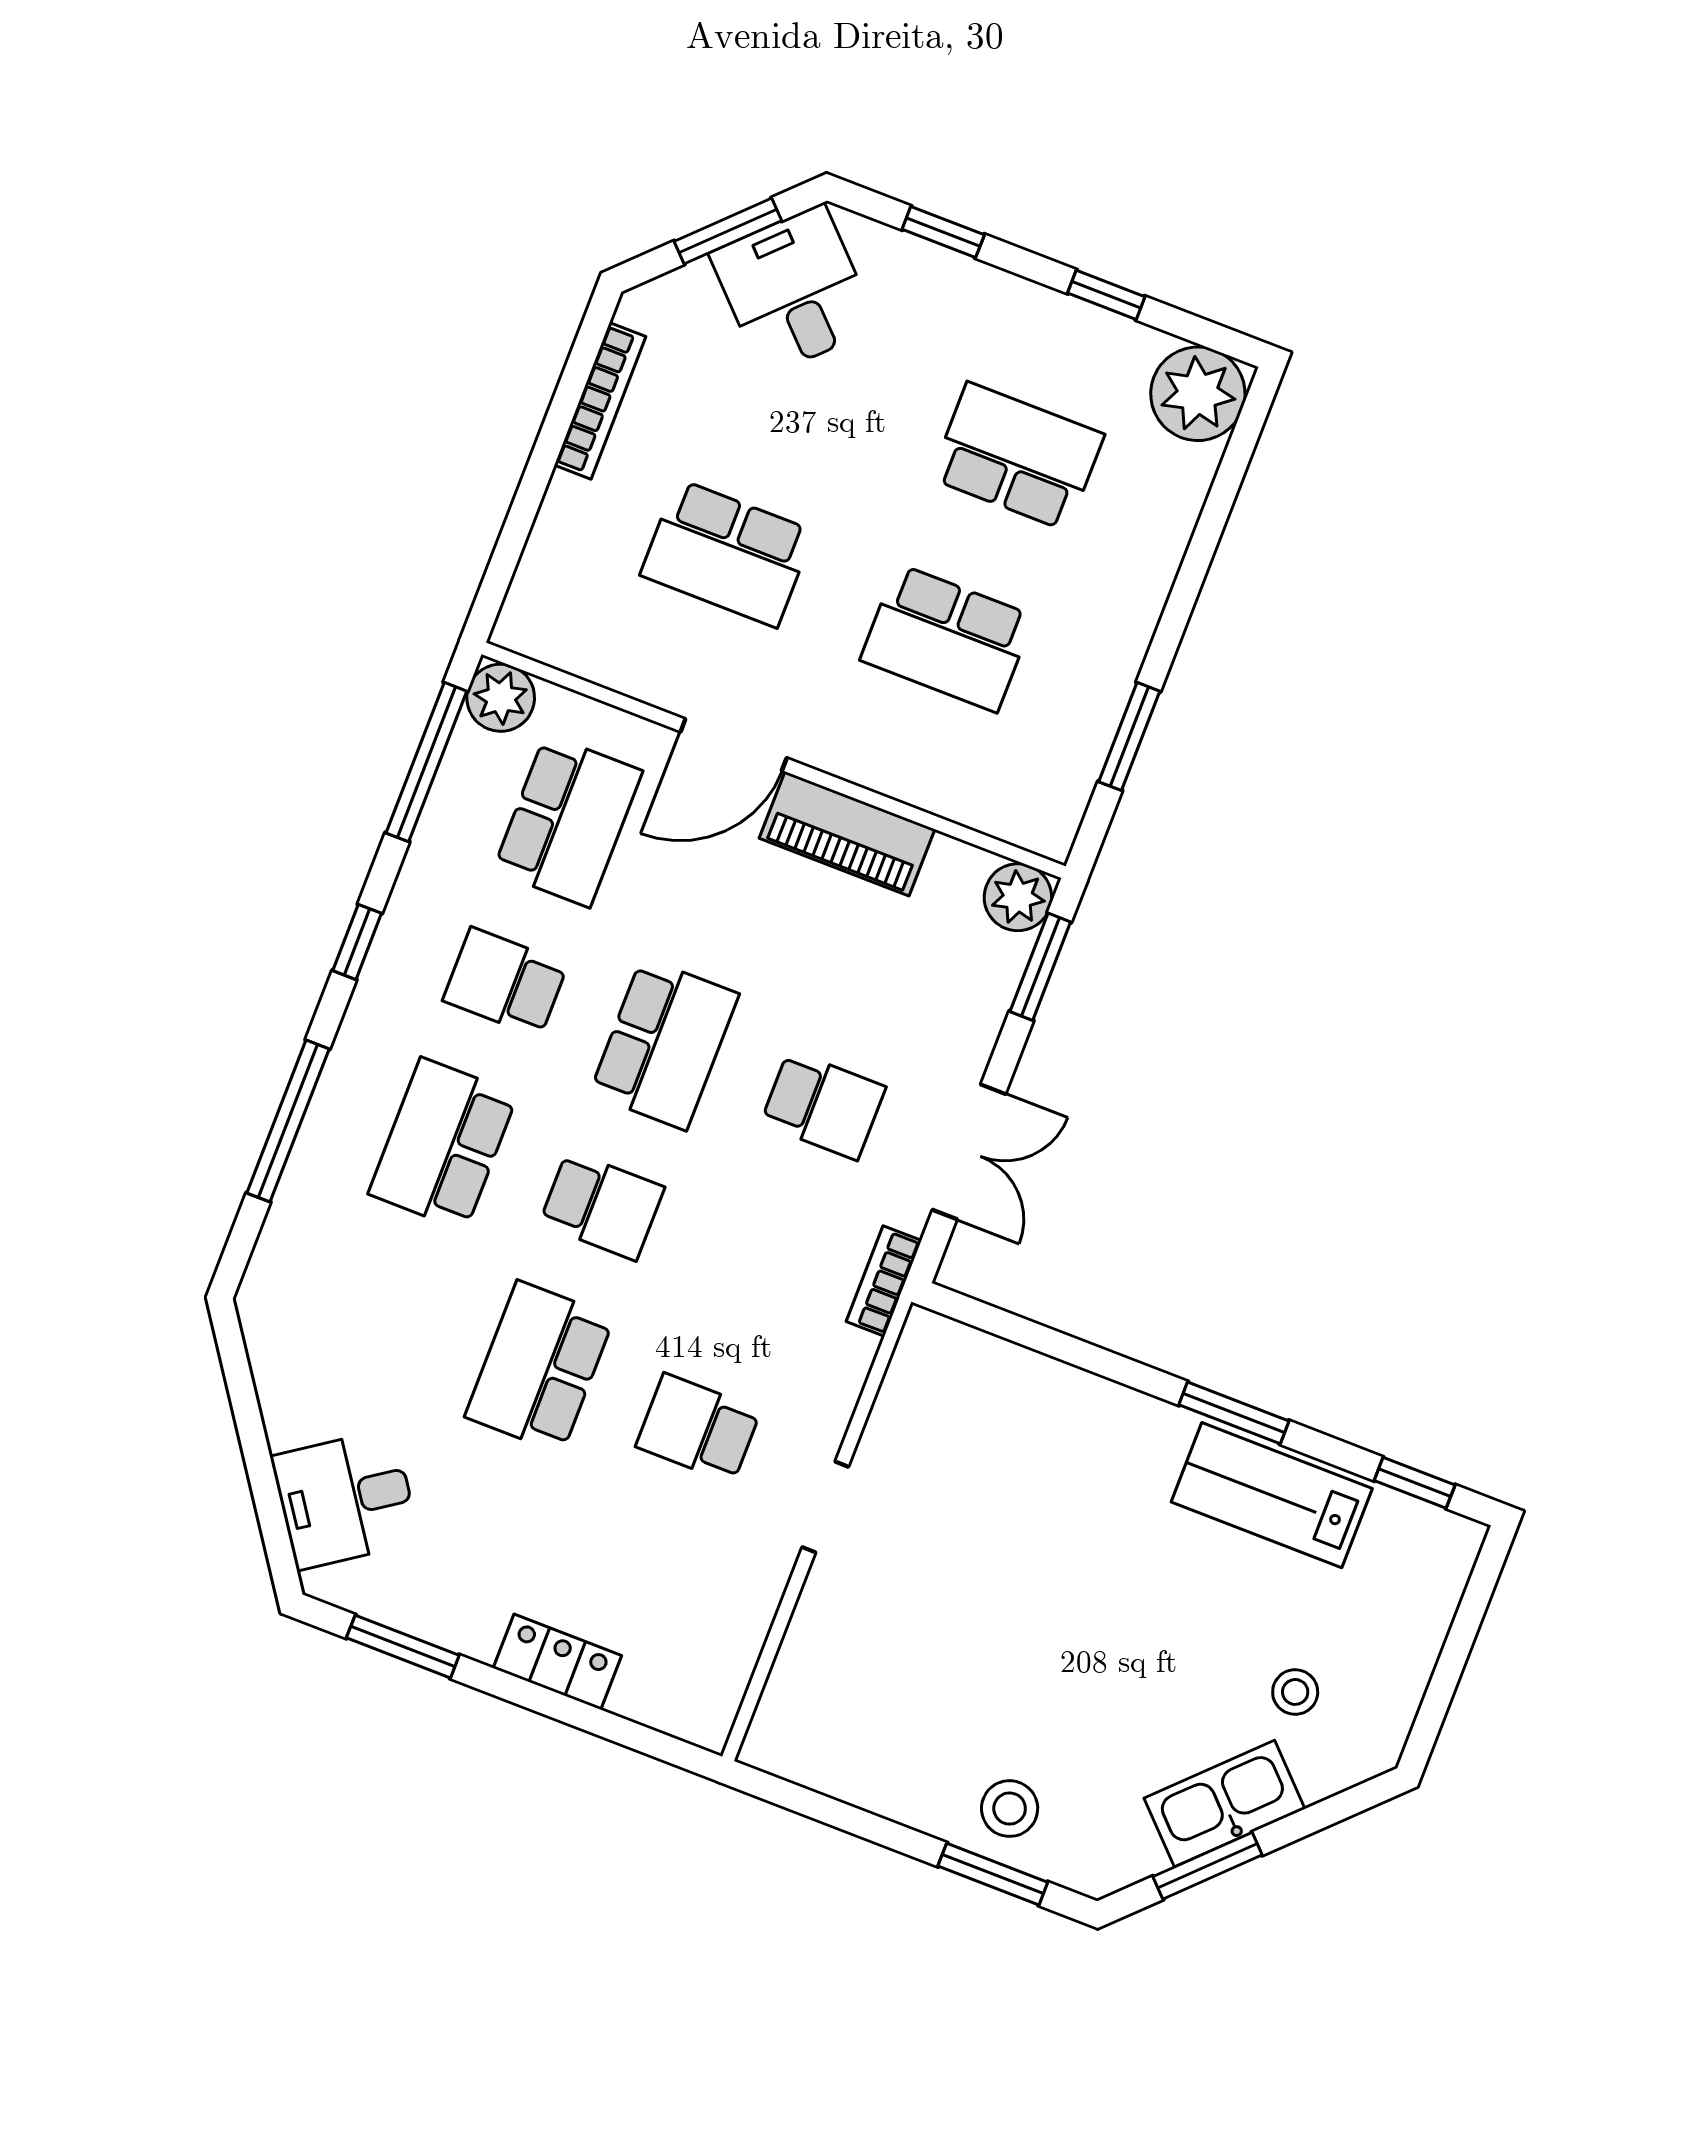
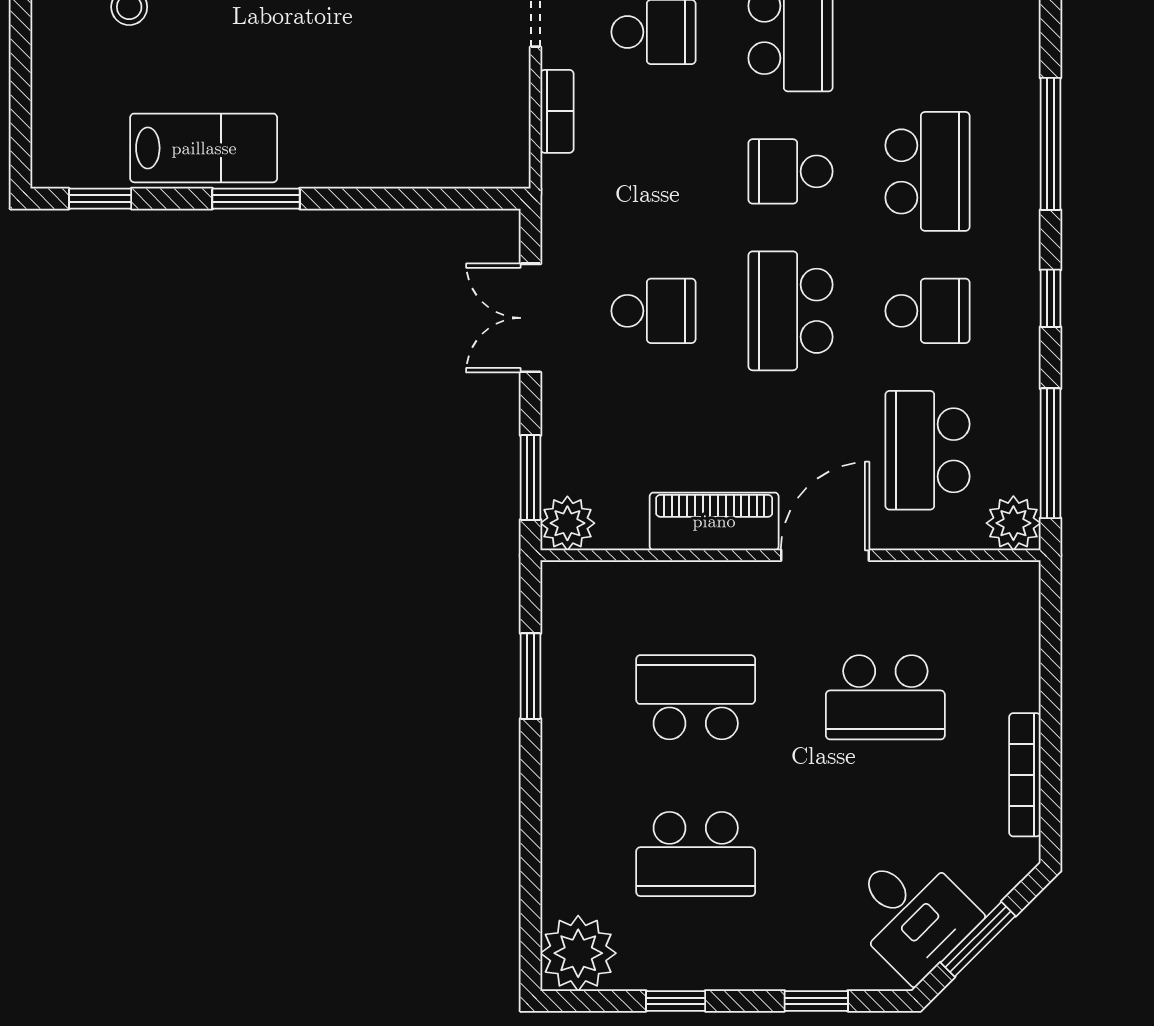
school desk: (727, 553) -> (885, 697), turned 180
school desk: (823, 1105) -> (654, 311), turned 180
bookcase: (884, 1281) -> (557, 111), moved

